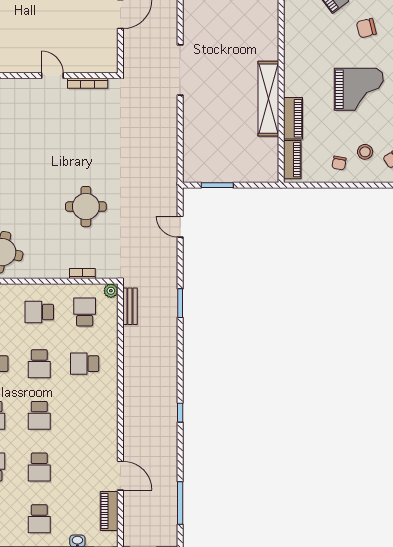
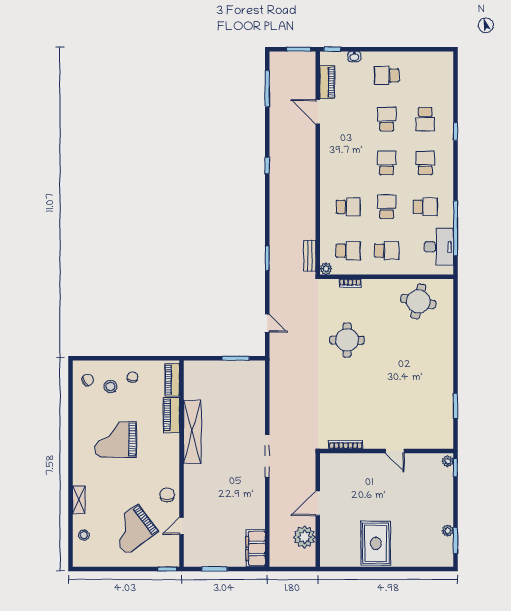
chair: (366, 28) -> (167, 495), moved, turned -76
door: (52, 76) -> (395, 451), moved
school desk: (85, 312) -> (348, 251), turned -90
school desk: (39, 519) -> (387, 75), turned -90

